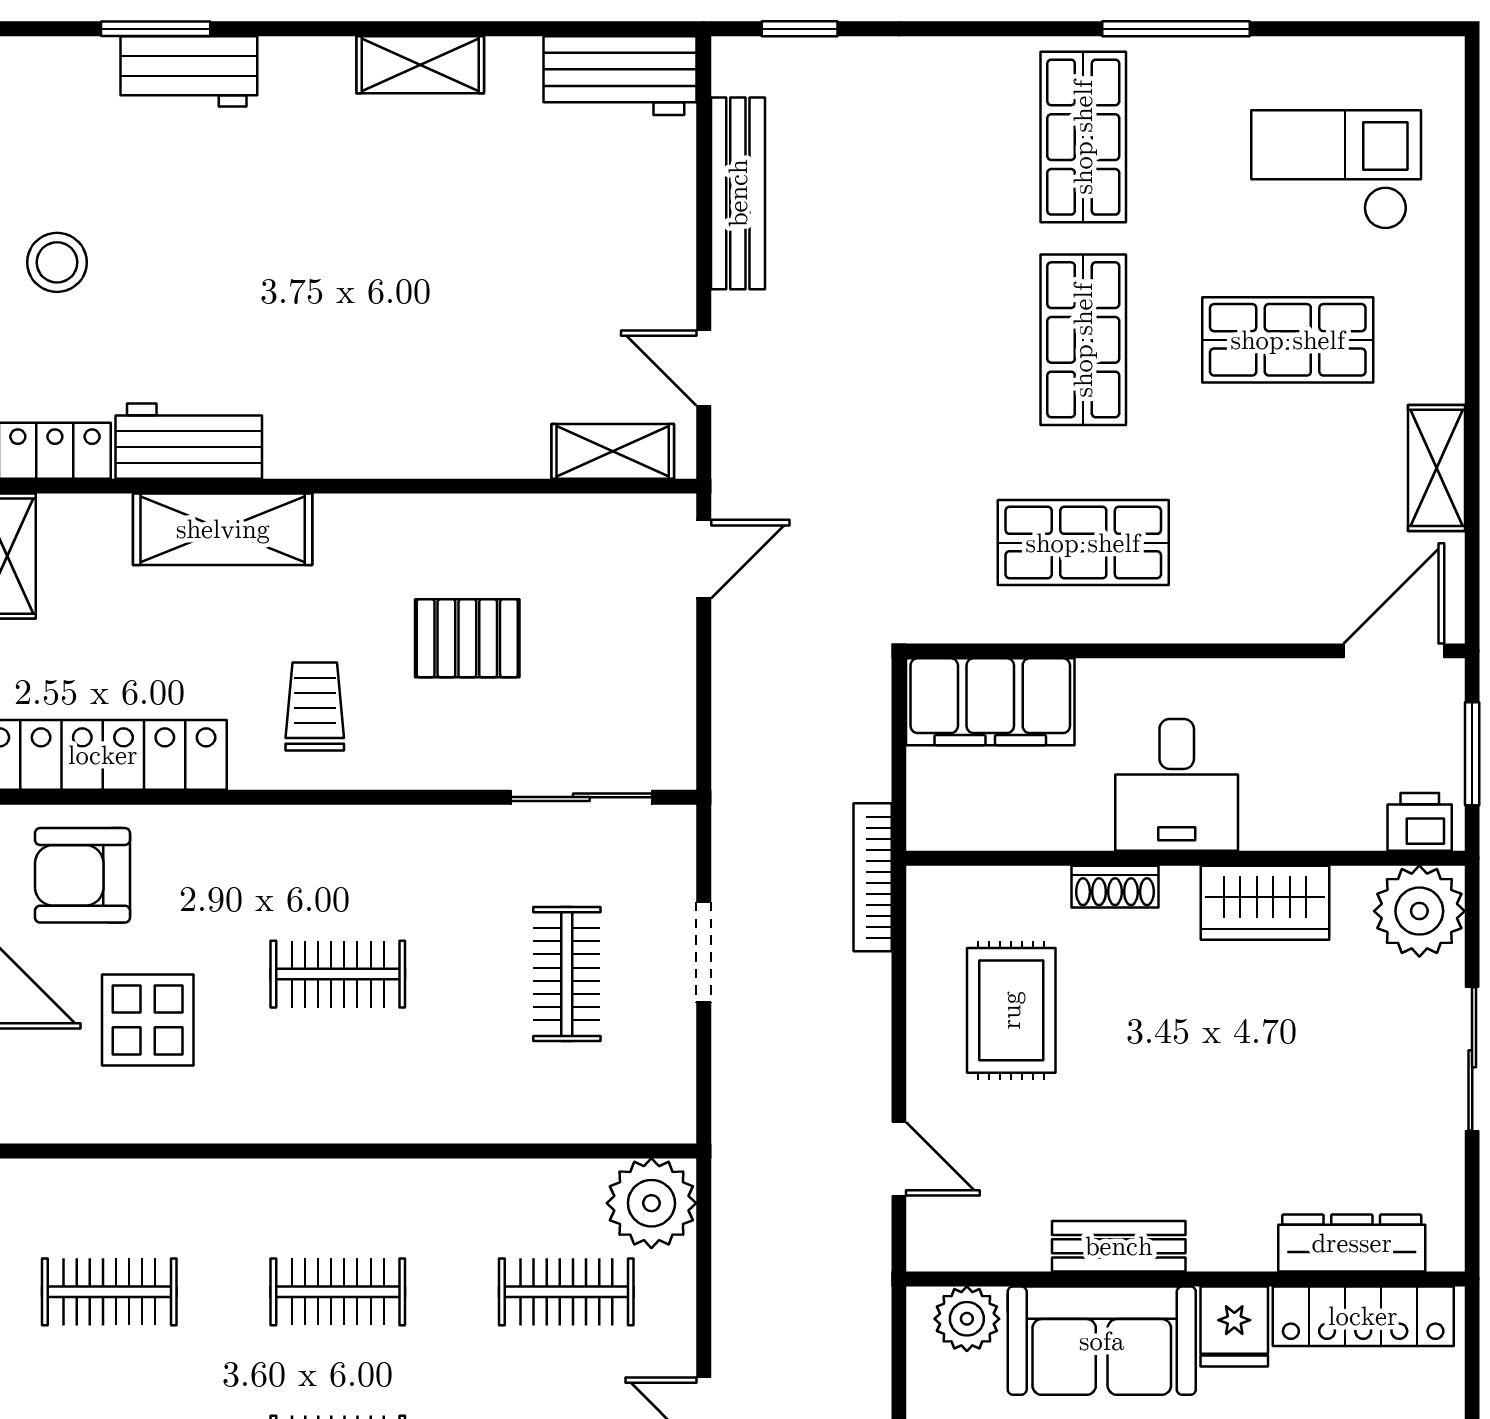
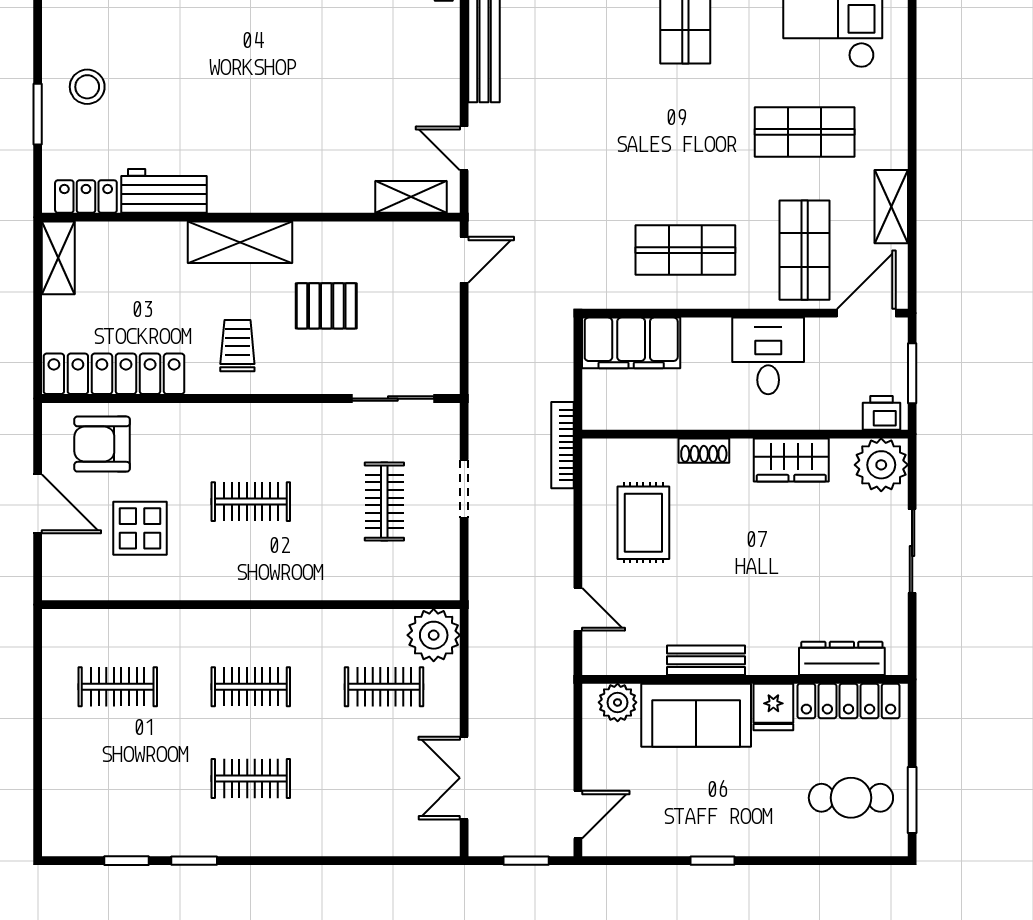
shop shelf: (1083, 340) -> (805, 250), moved
shelving: (223, 529) -> (240, 242), moved
desk: (1177, 785) -> (768, 356), moved, turned 180

